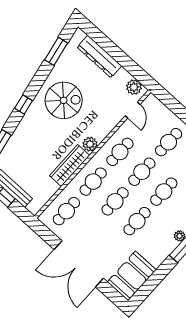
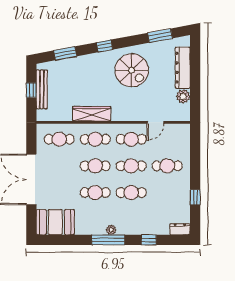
plant: (134, 87) -> (183, 96), moved
door: (133, 110) -> (156, 122), moved
plant: (90, 144) -> (118, 114), removed

